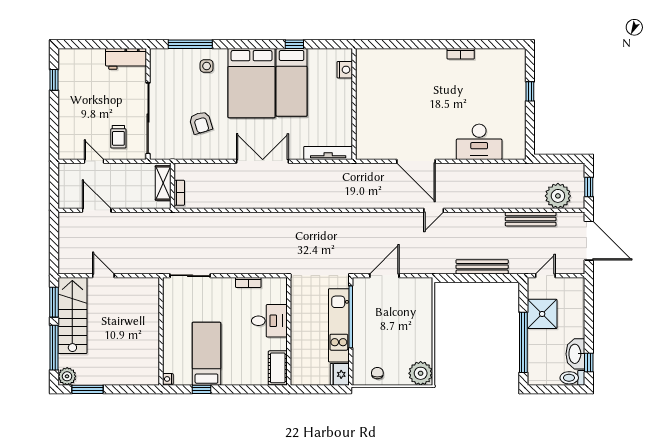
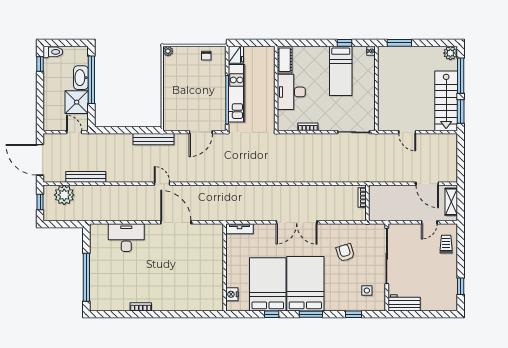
window: (190, 44) -> (354, 314), width x0.46
window: (244, 44) -> (311, 314), added
side table: (207, 66) -> (367, 290), moved
bed: (292, 82) -> (268, 284), width x1.50
window: (530, 91) -> (86, 277), width x3.17
trolley: (118, 137) -> (446, 244), moved
tv unit: (328, 153) -> (239, 229), width x0.71
door: (94, 161) -> (429, 222), hinge flipped
shelving: (163, 183) -> (451, 202), moved
door: (434, 210) -> (162, 184), hinge flipped
bench: (482, 267) -> (153, 139), moved
door: (103, 276) -> (407, 132), moved
door: (545, 276) -> (74, 132), swing flipped
desk: (269, 321) -> (291, 92), width x1.37
washbasin: (575, 354) -> (81, 78), moved, turned 180
plant: (421, 373) -> (168, 51), width x0.53, depth x0.53
window: (88, 389) -> (399, 43), moved

